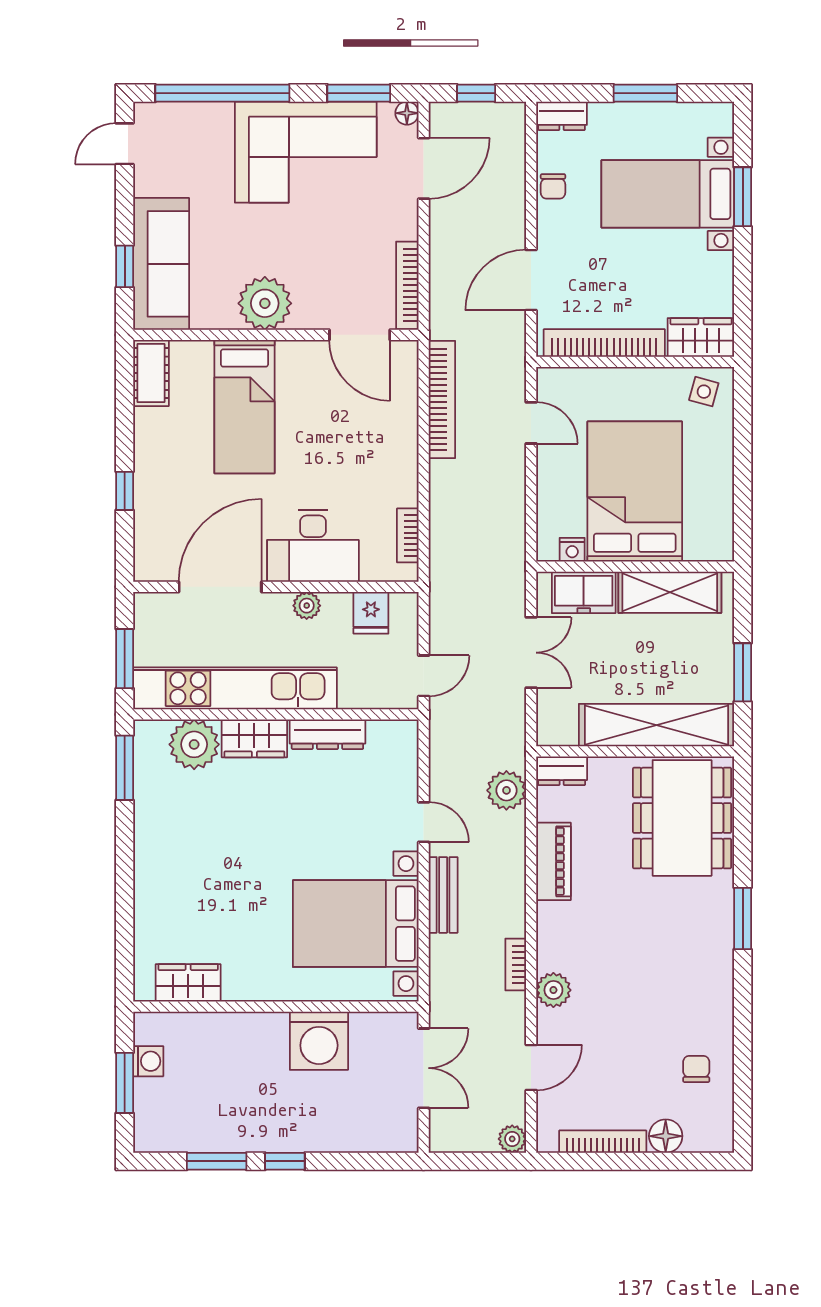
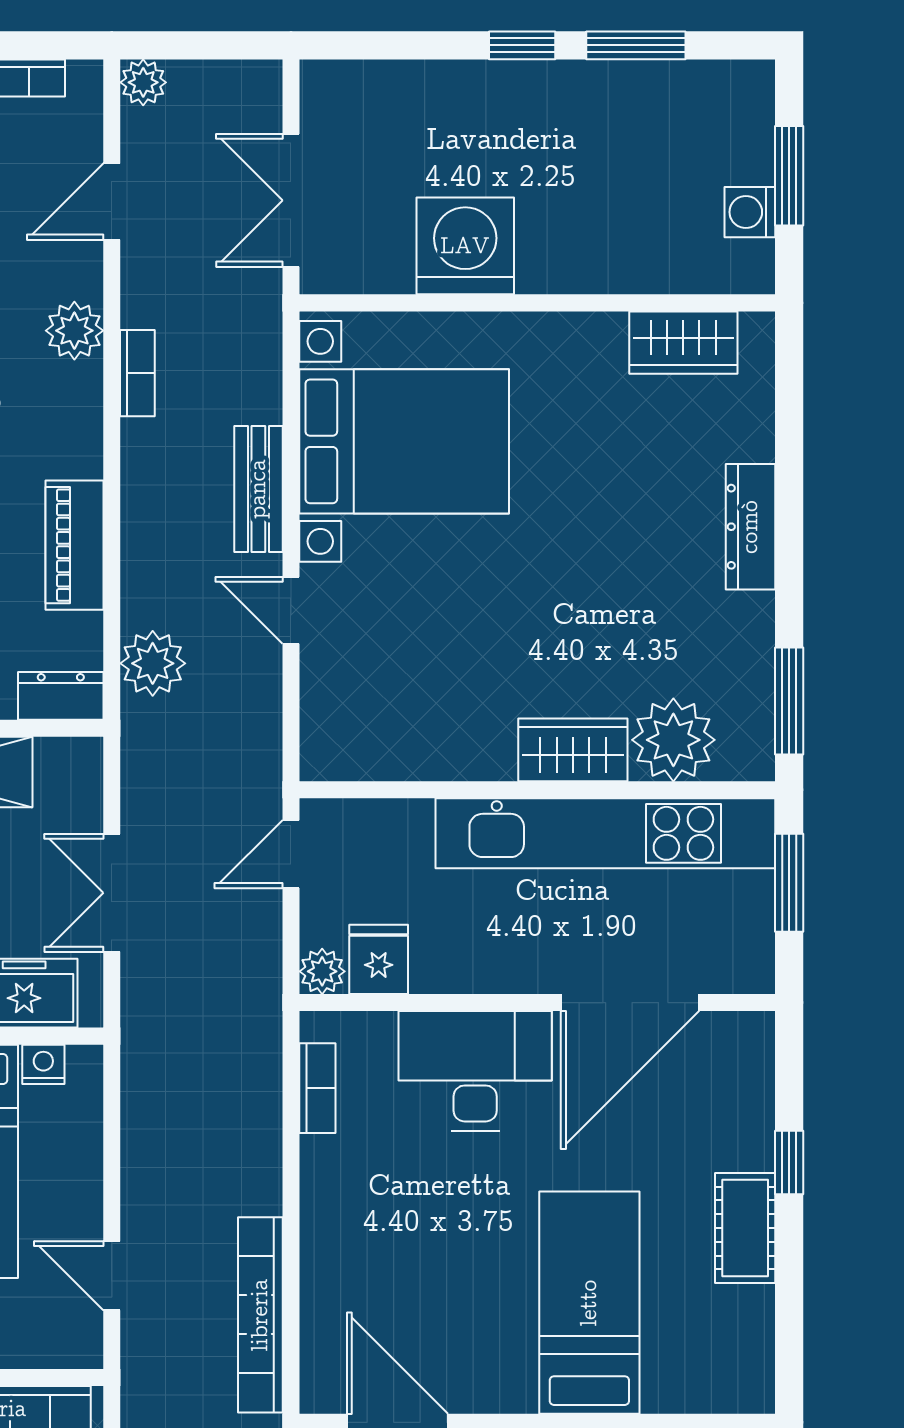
cot: (151, 373) -> (745, 1228), moved
plant: (307, 606) -> (322, 971), moved
dresser: (327, 734) -> (750, 527), moved, turned -90

